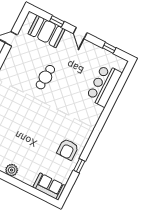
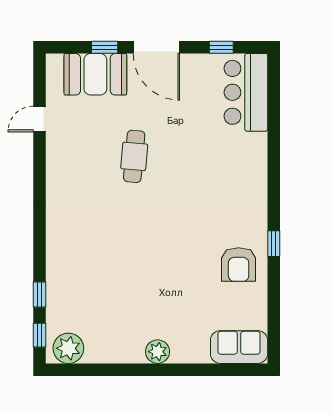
door: (80, 33) -> (156, 47), width x1.88
bar counter: (104, 85) -> (246, 92), moved
window: (79, 166) -> (274, 244), moved

